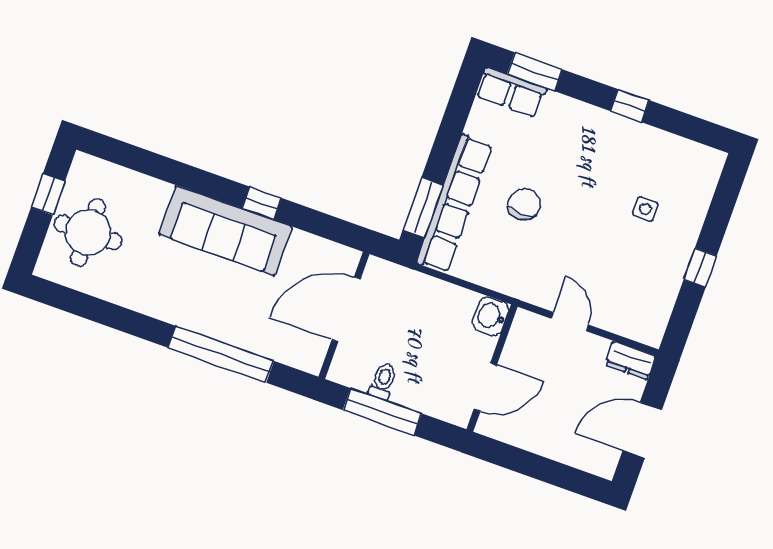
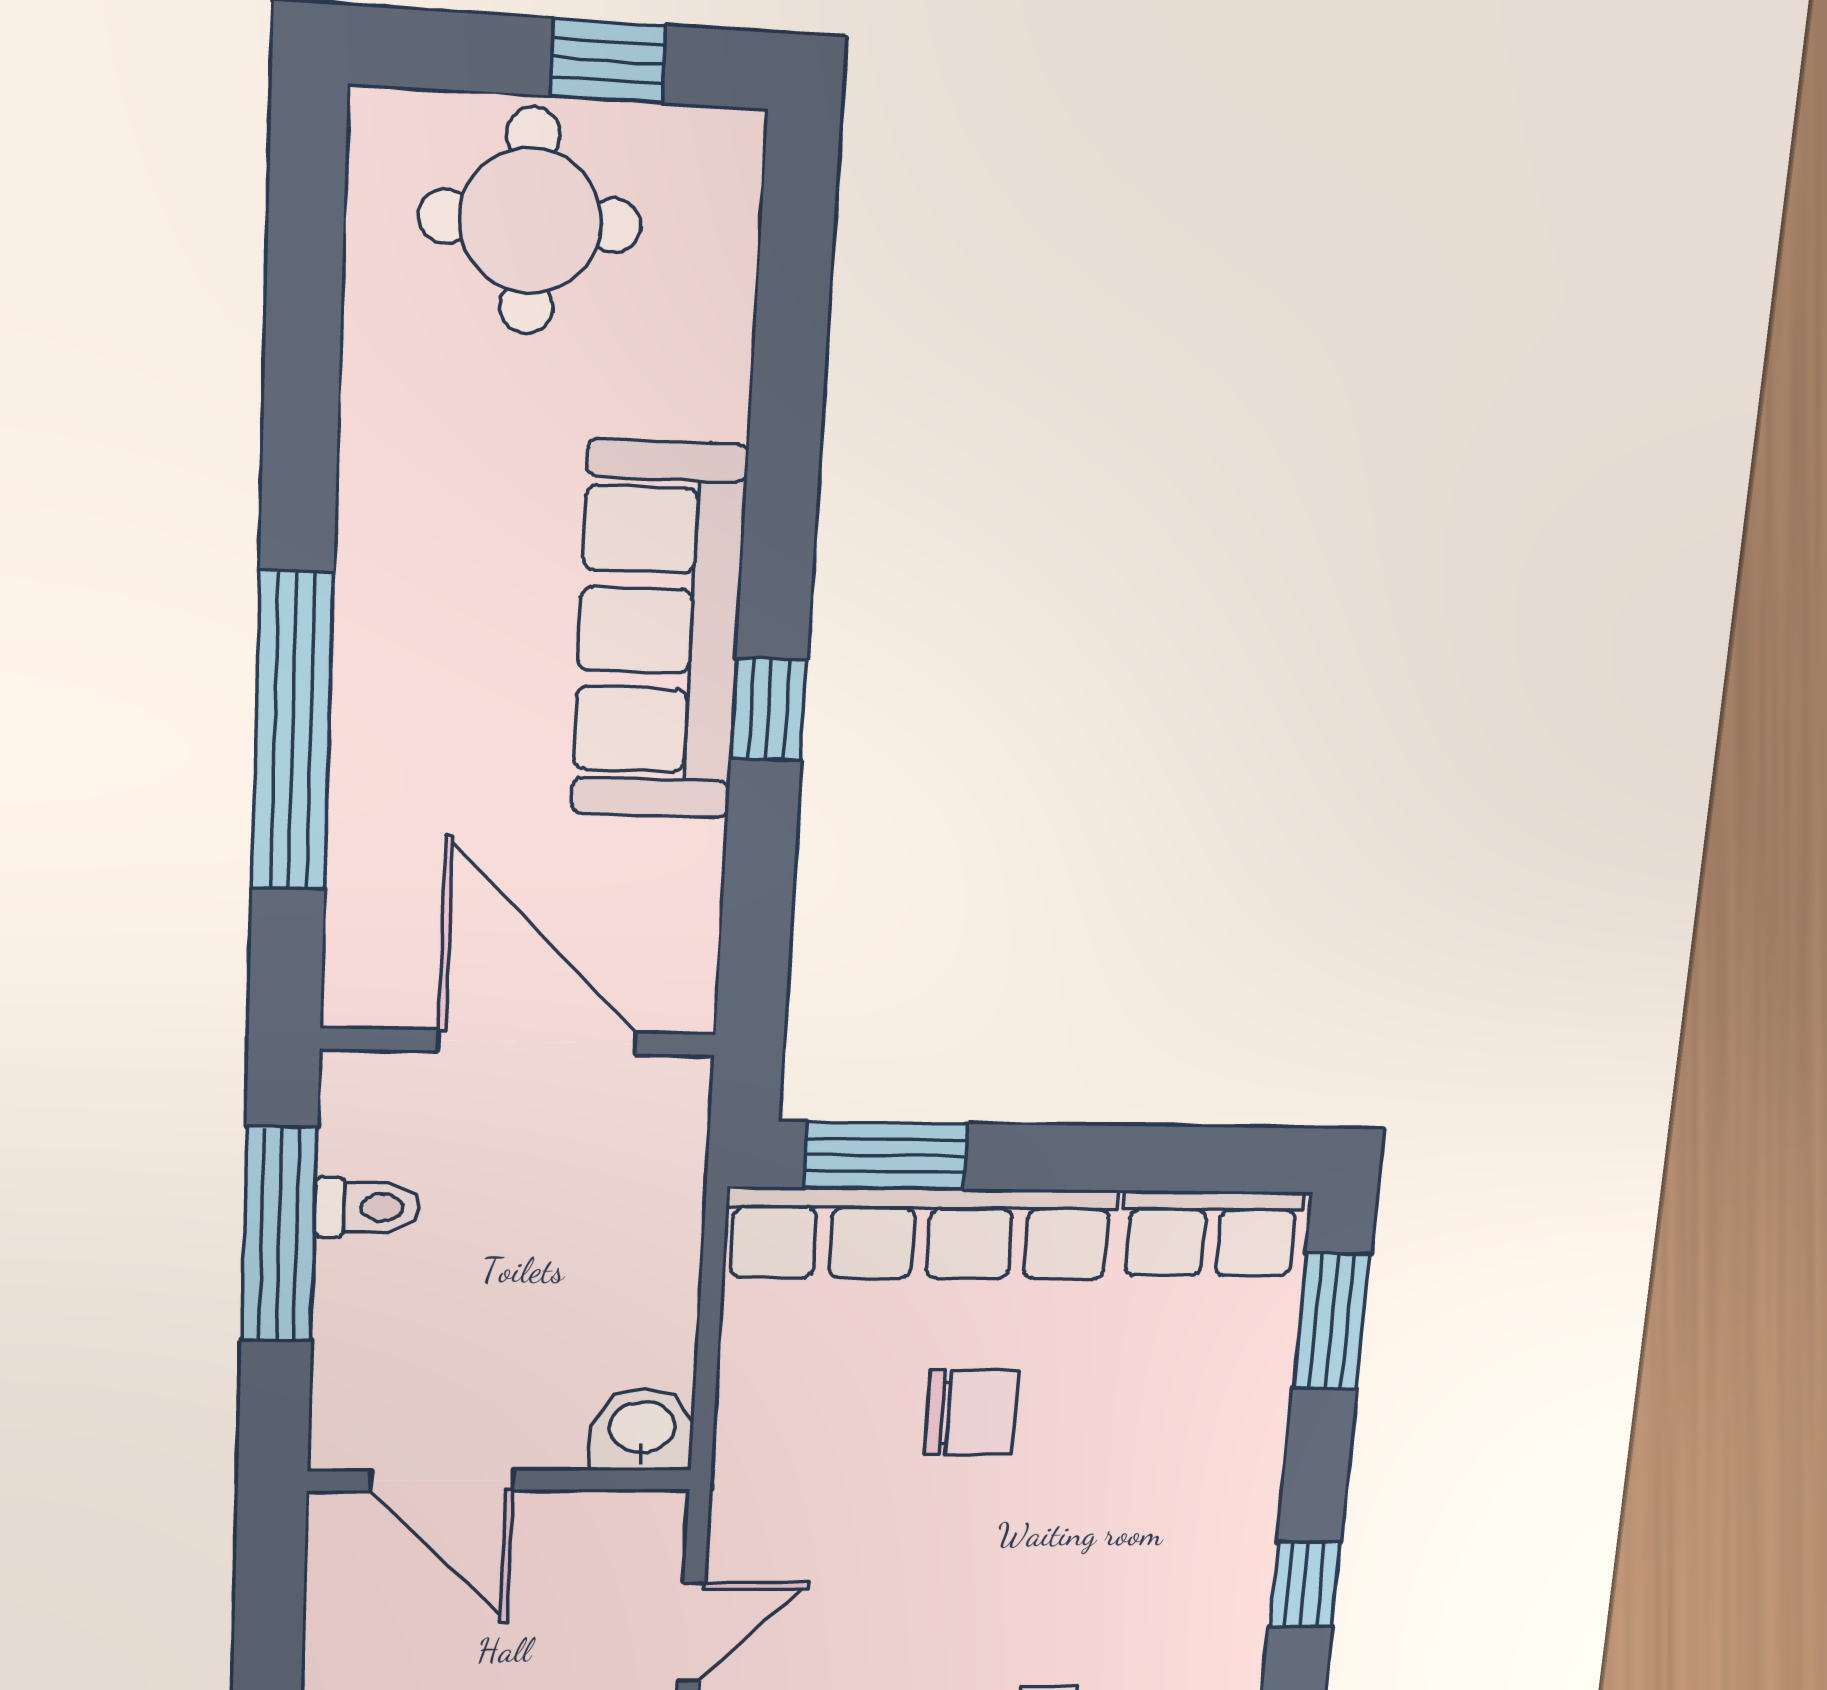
row of seats: (511, 92) -> (1211, 1233), moved, turned -90

